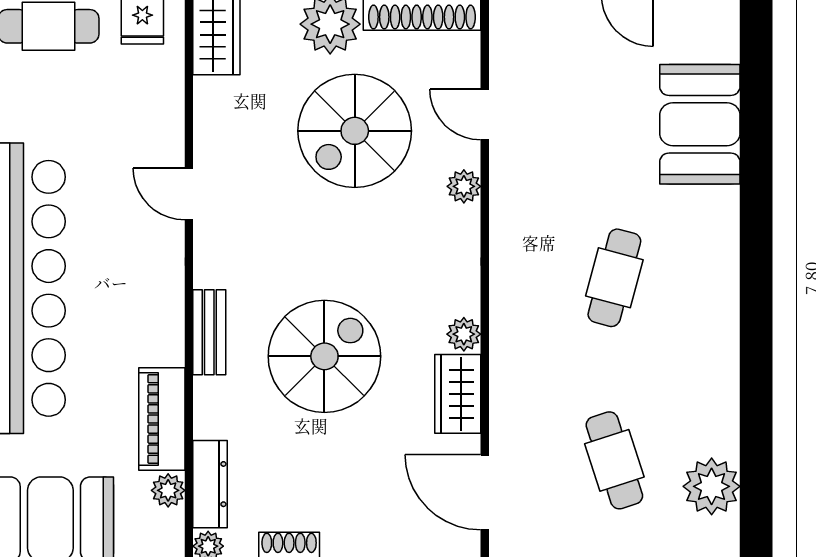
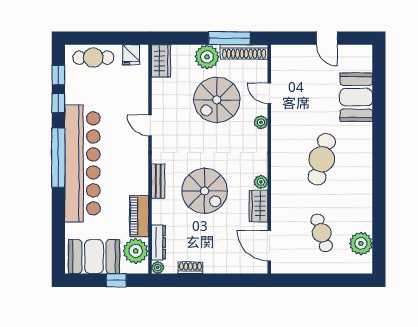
cafe table: (614, 278) -> (322, 159), width x1.37, depth x1.35
spiral stairs: (324, 356) -> (205, 191), turned 90
plant: (168, 490) -> (136, 251), width x1.87, depth x1.87

